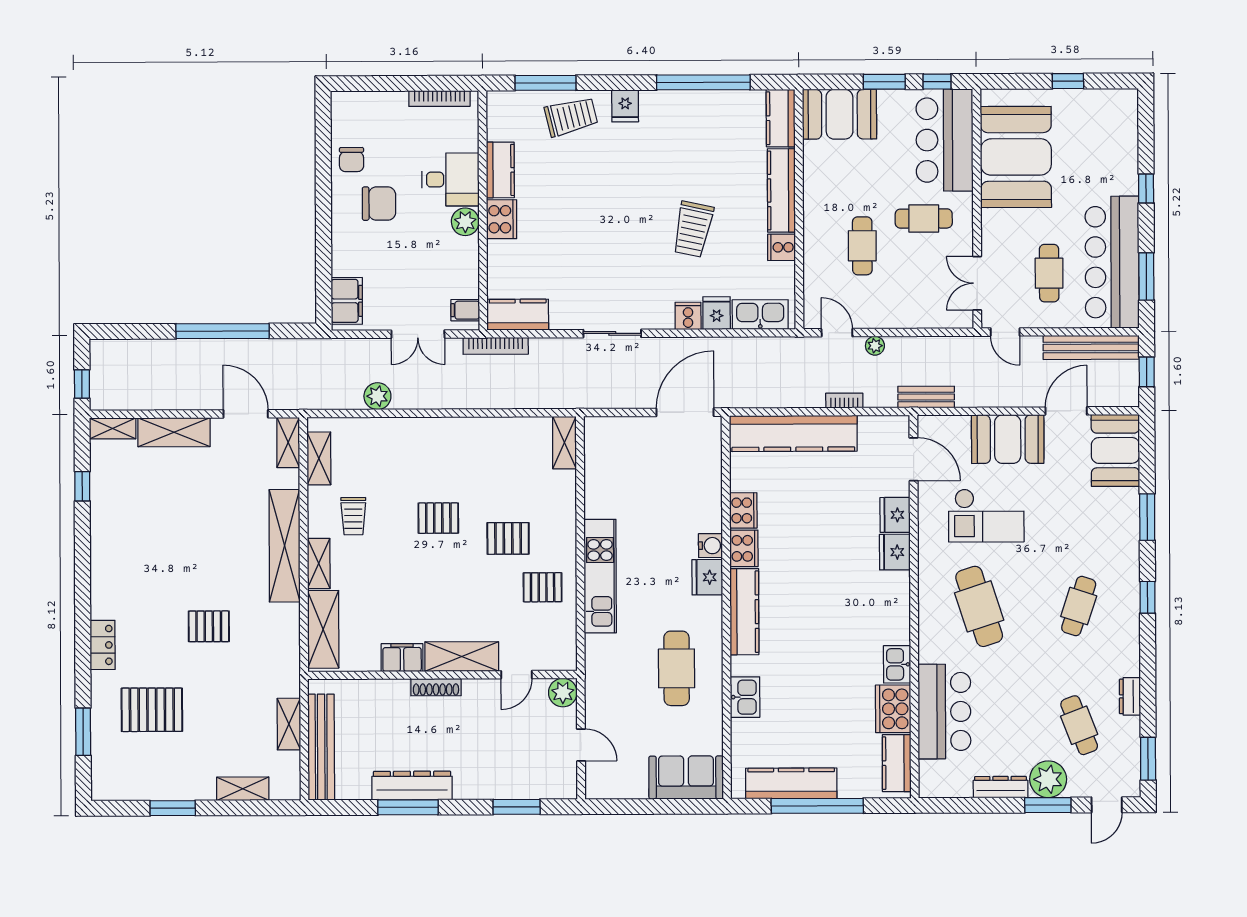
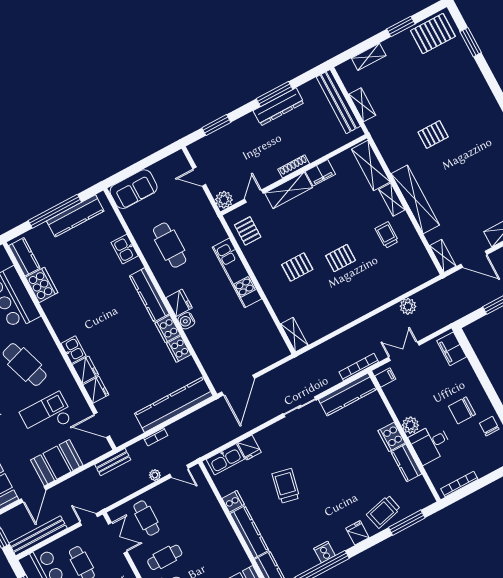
cafe table: (862, 246) -> (146, 518), moved
kitchen counter: (518, 315) -> (348, 394), width x1.50
cooker: (688, 316) -> (325, 552), moved, turned 180
shelving: (319, 458) -> (422, 256), removed
pallet: (543, 587) -> (248, 231), moved, turned 90
locker: (103, 645) -> (485, 94), removed
kitchen sink: (897, 664) -> (73, 350), moved
pallet: (152, 710) -> (433, 34), moved

